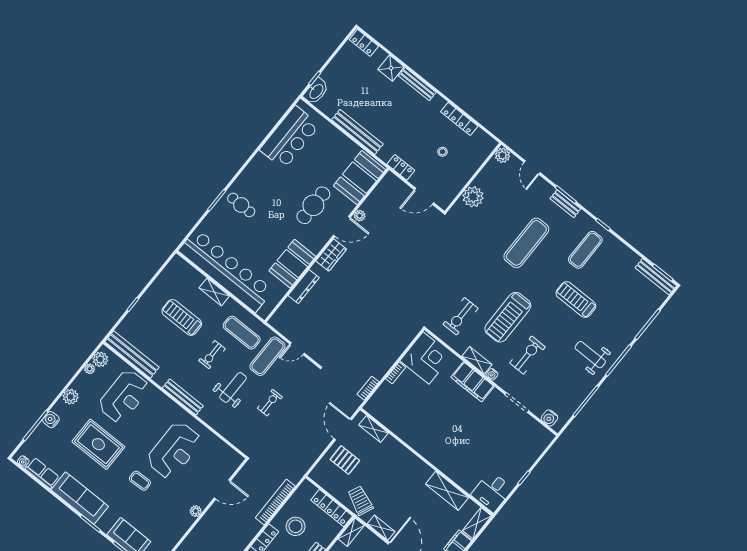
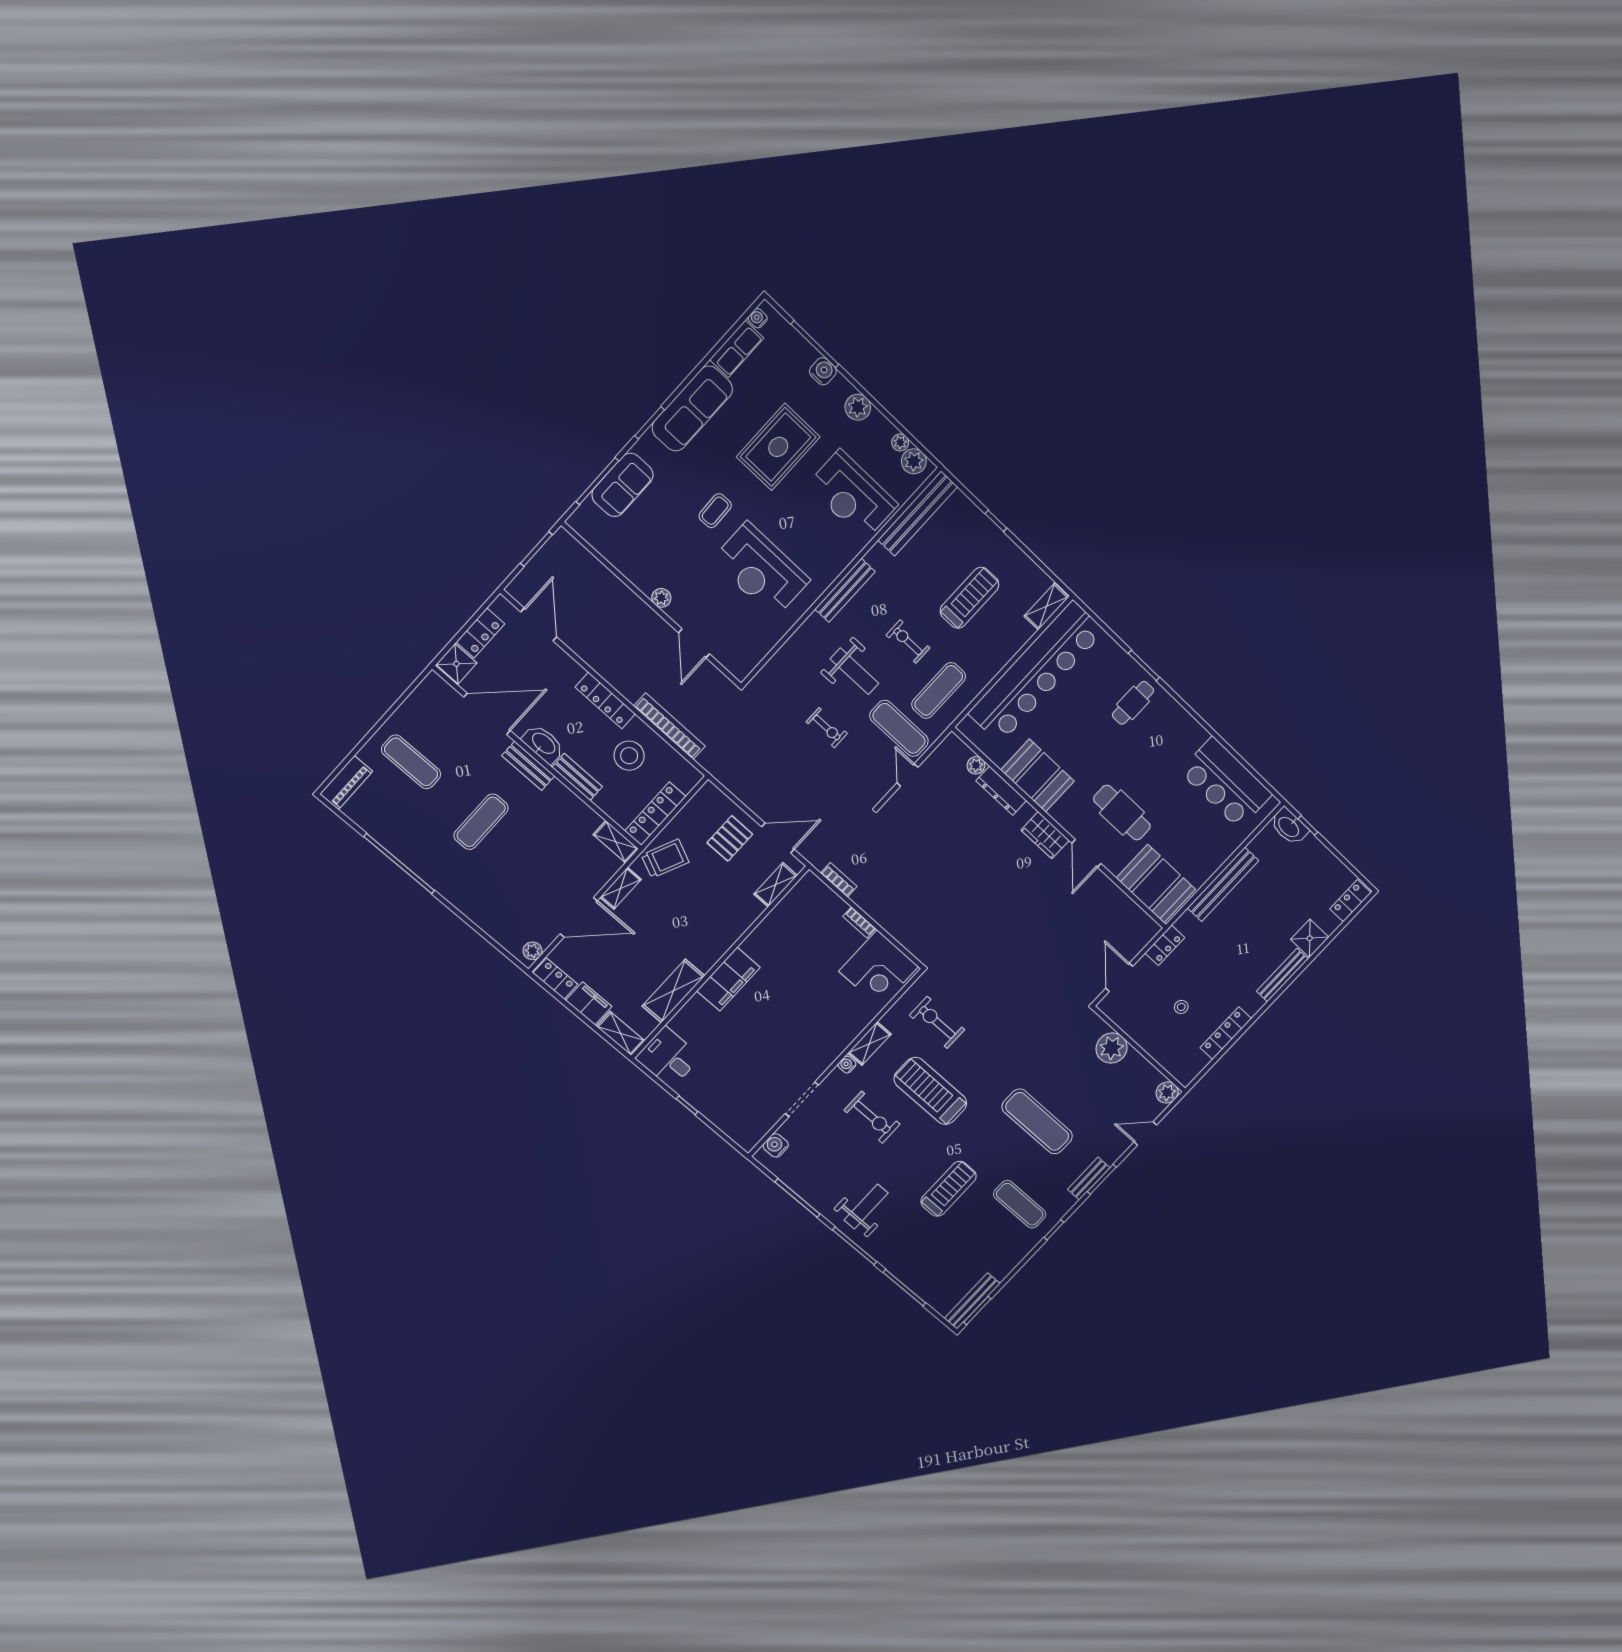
plant: (360, 216) -> (976, 765), moved
shelving: (214, 292) -> (1046, 606), moved
filing cabinet: (473, 382) -> (728, 979), moved, turned 180

